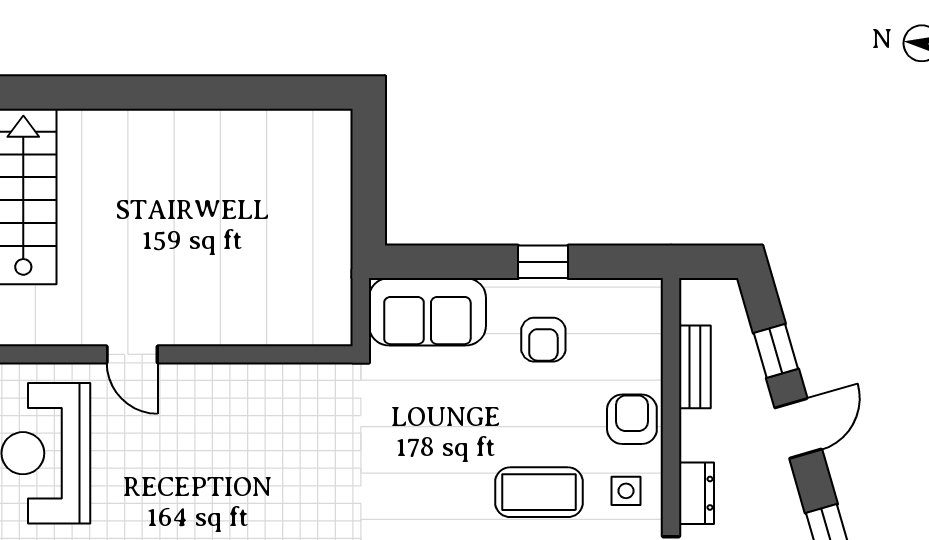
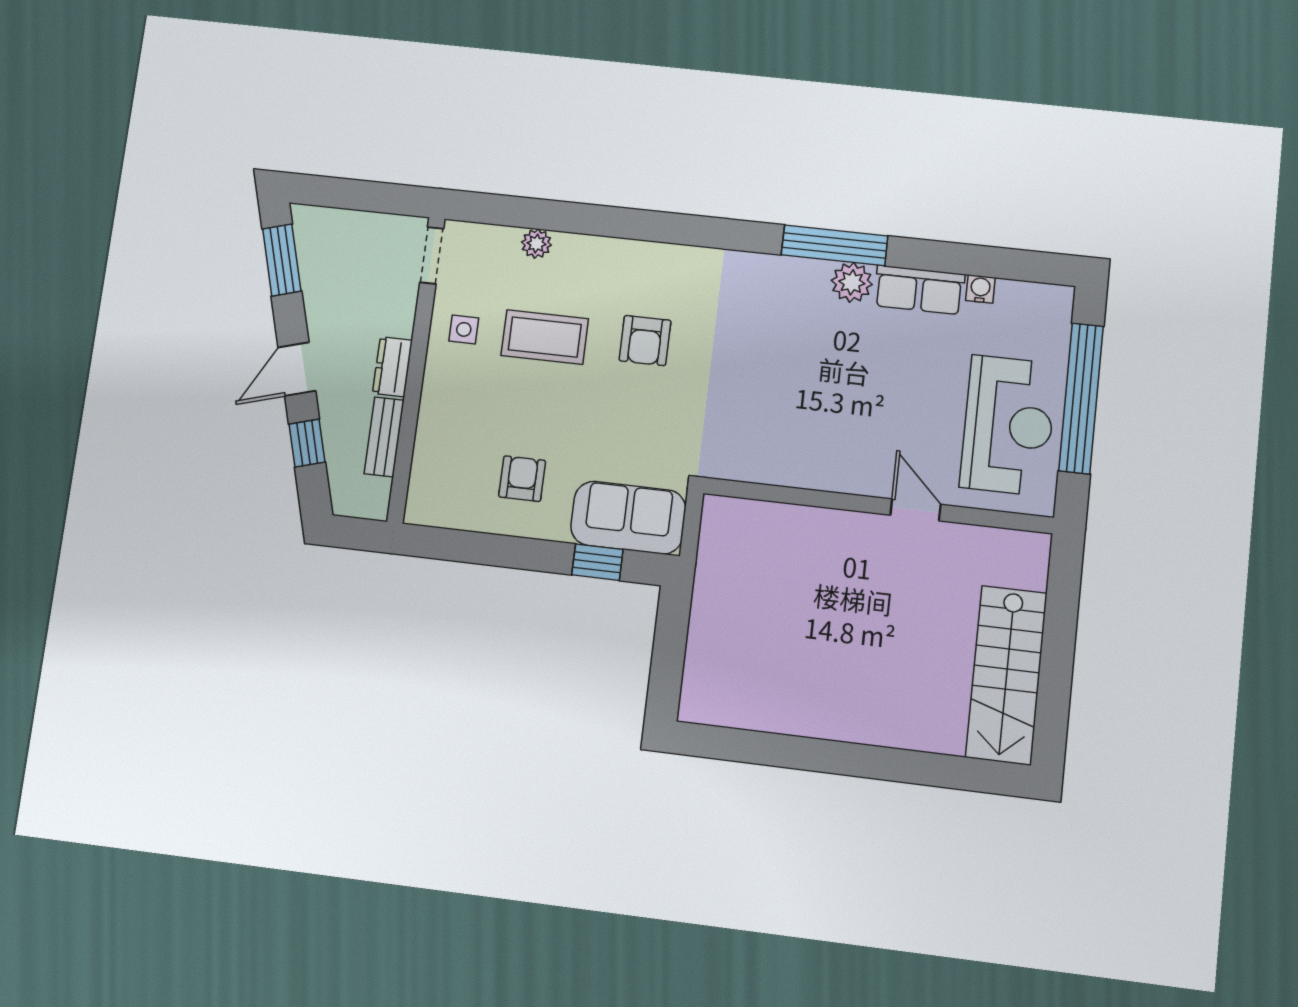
window: (543, 262) -> (597, 562), moved
armchair: (632, 419) -> (645, 341), moved
dresser: (696, 493) -> (392, 367), moved

